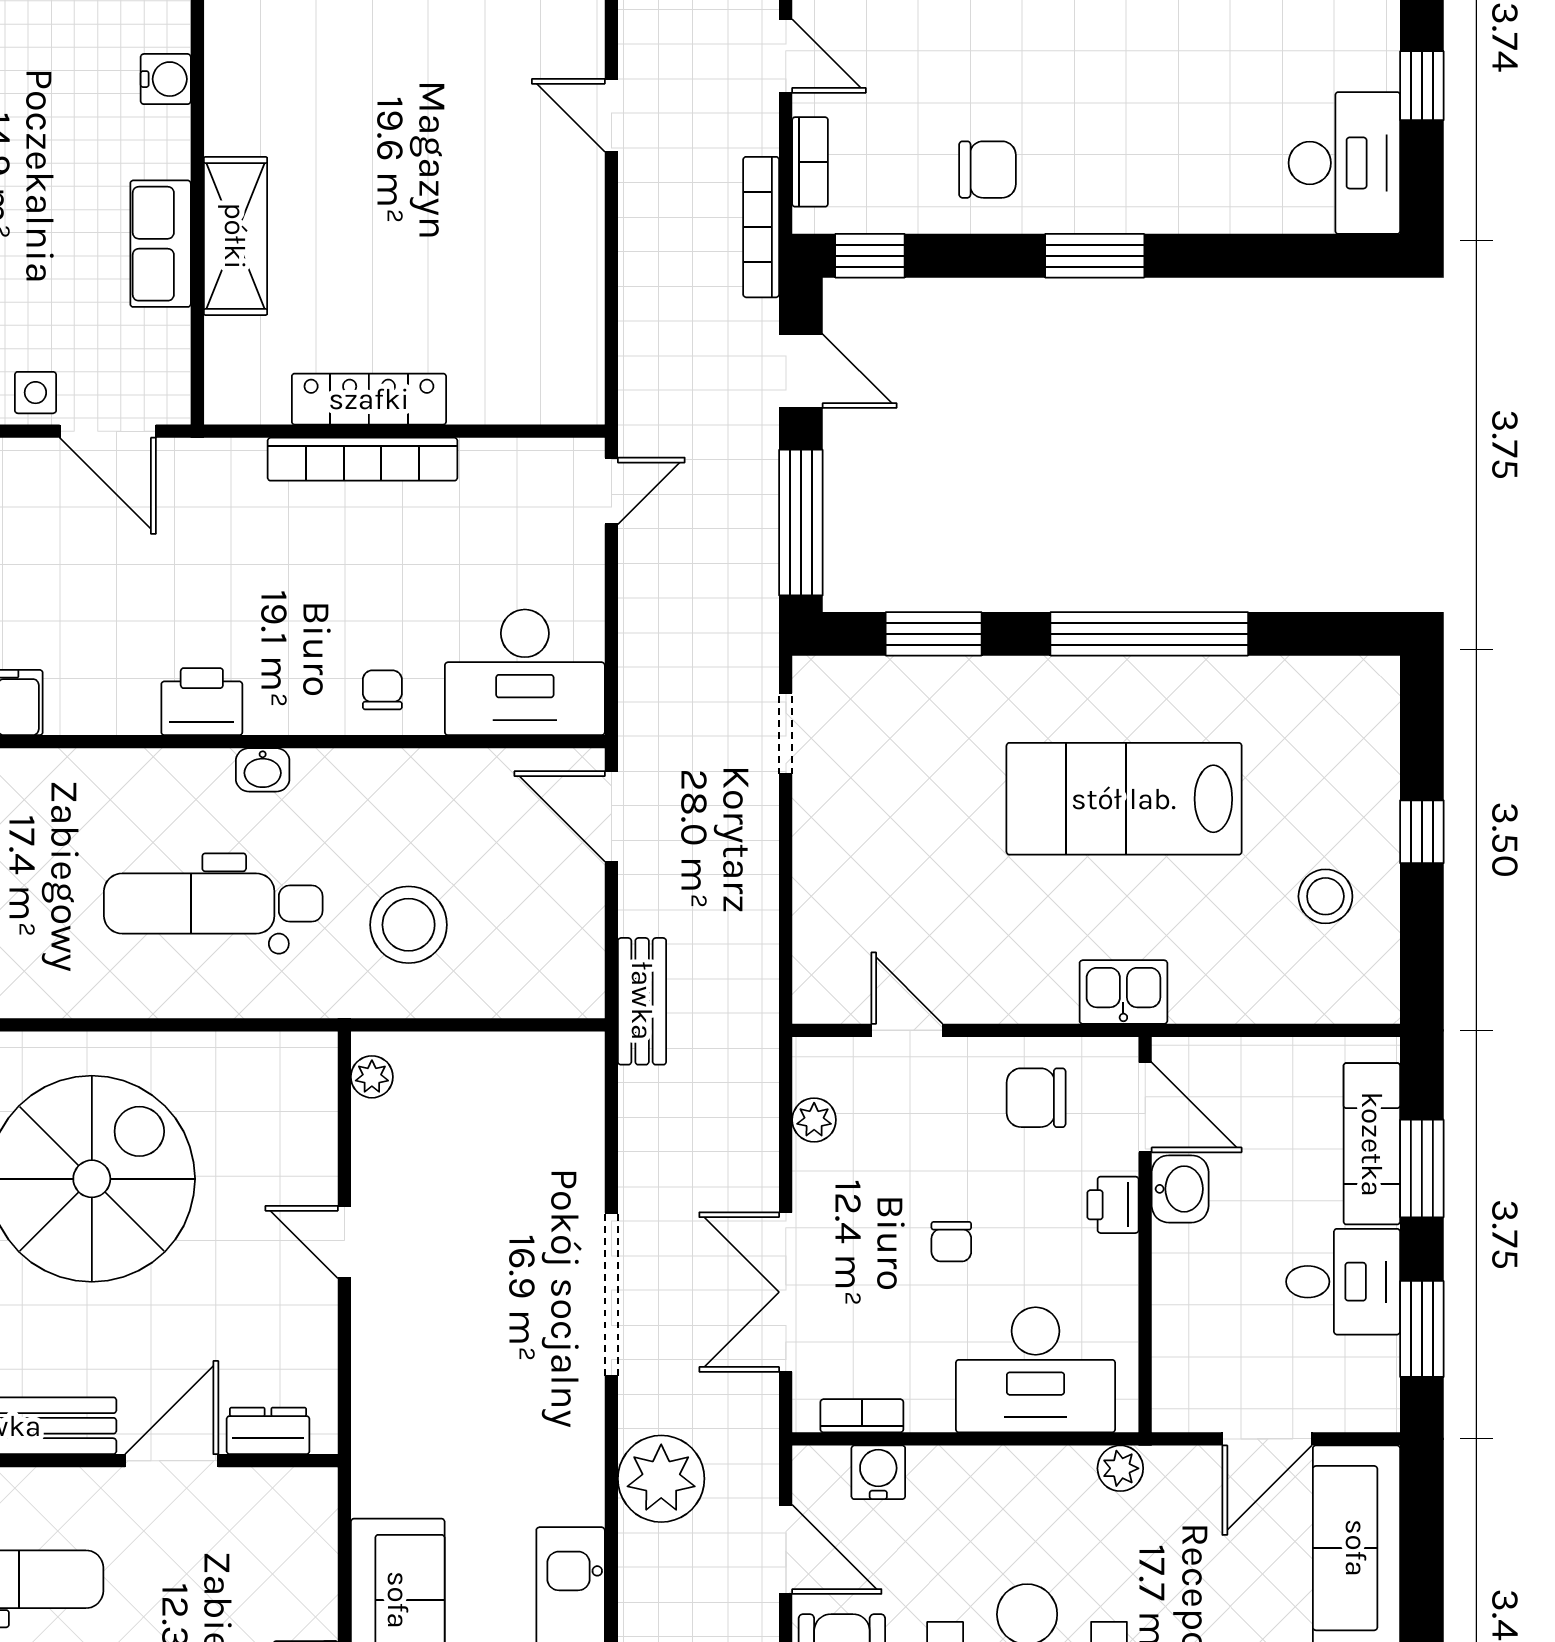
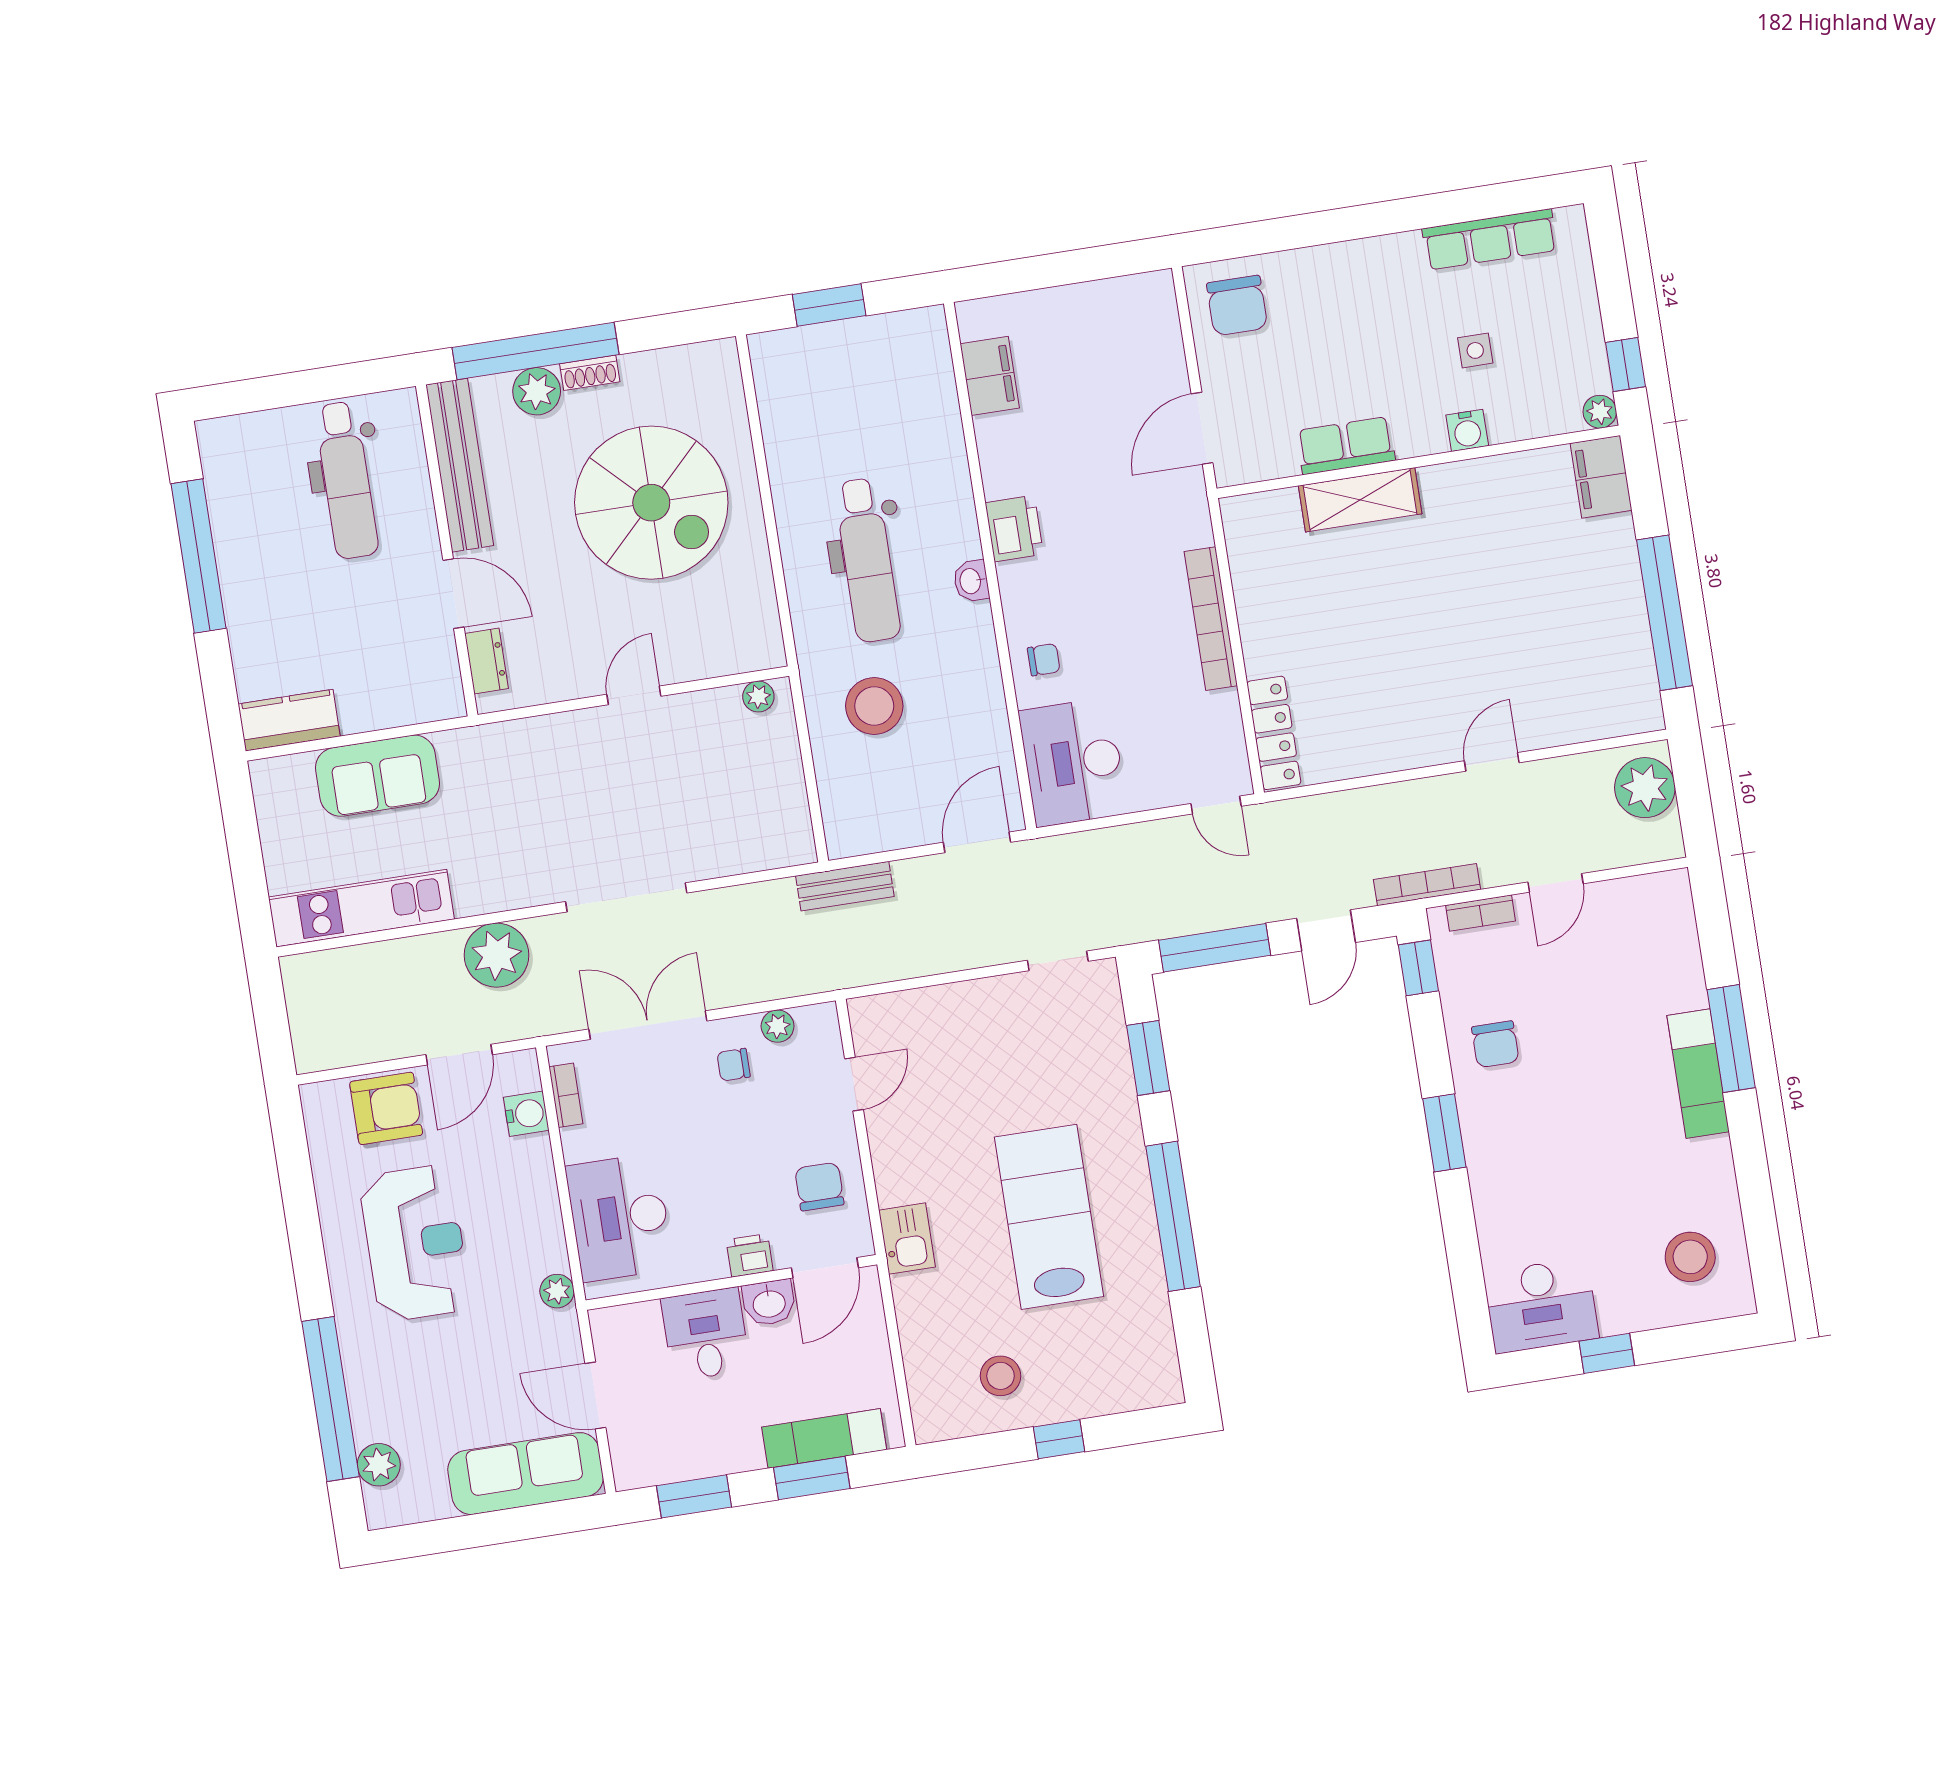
side table: (35, 393) -> (1475, 350), moved
locker: (369, 399) -> (1274, 733), moved
dental chair: (213, 904) -> (867, 560), turned 180
chair: (951, 1242) -> (734, 1065), moved
desk: (1343, 1282) -> (706, 1334), moved, turned 180

